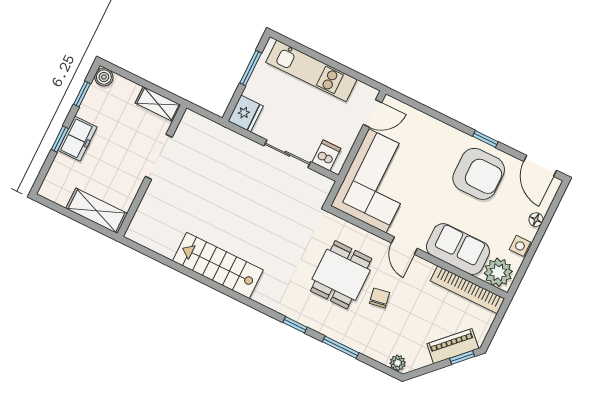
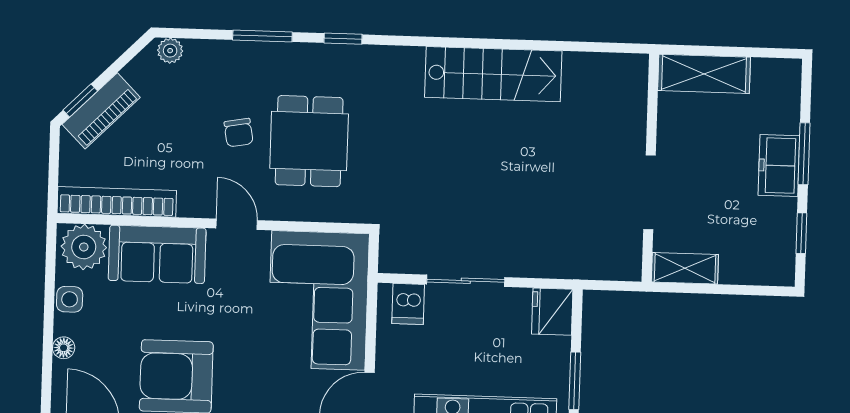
boiler: (104, 77) -> (781, 272), removed
window: (60, 139) -> (804, 154), width x1.50

